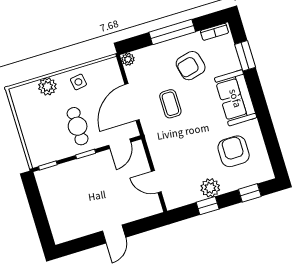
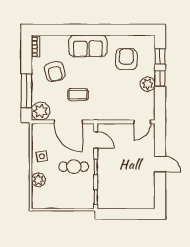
window: (172, 32) -> (26, 91), moved
window: (245, 56) -> (60, 30), removed
plant: (128, 59) -> (41, 111), width x1.88, depth x1.88
armchair: (234, 151) -> (126, 59), turned 90
door: (156, 182) -> (142, 122), moved
window: (208, 206) -> (160, 78), moved

